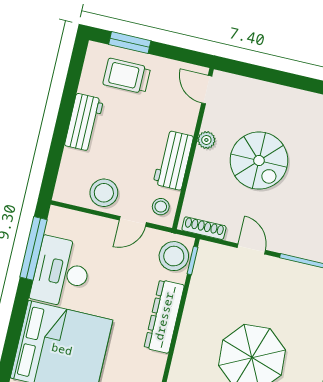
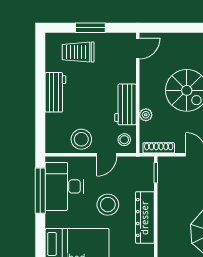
window: (130, 43) -> (90, 28), moved
door: (207, 90) -> (138, 49), swing flipped
plant: (206, 140) -> (146, 115), moved
stool: (174, 256) -> (108, 205), moved
desk: (61, 272) -> (64, 186), moved

